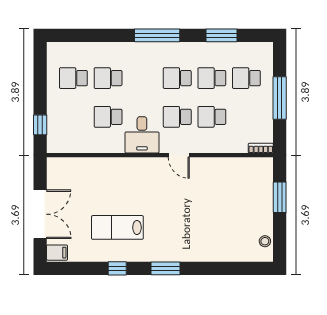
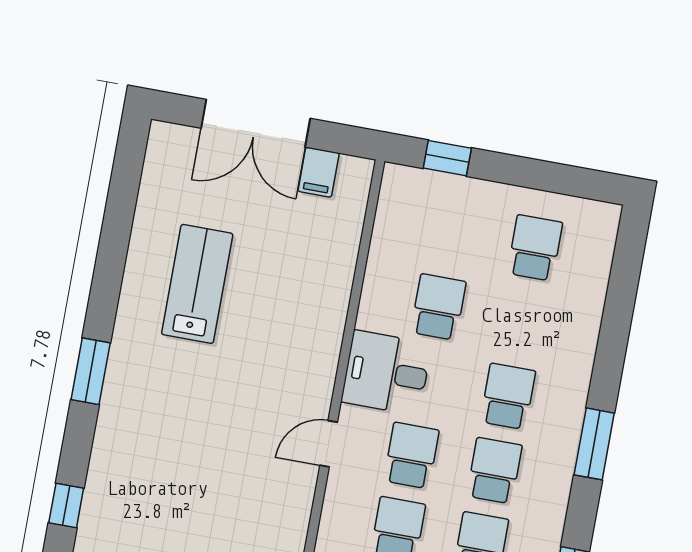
window: (157, 35) -> (594, 444), width x0.69
school desk: (108, 78) -> (508, 396), moved
filing cabinet: (57, 253) -> (319, 172), moved
window: (117, 268) -> (66, 505), moved

